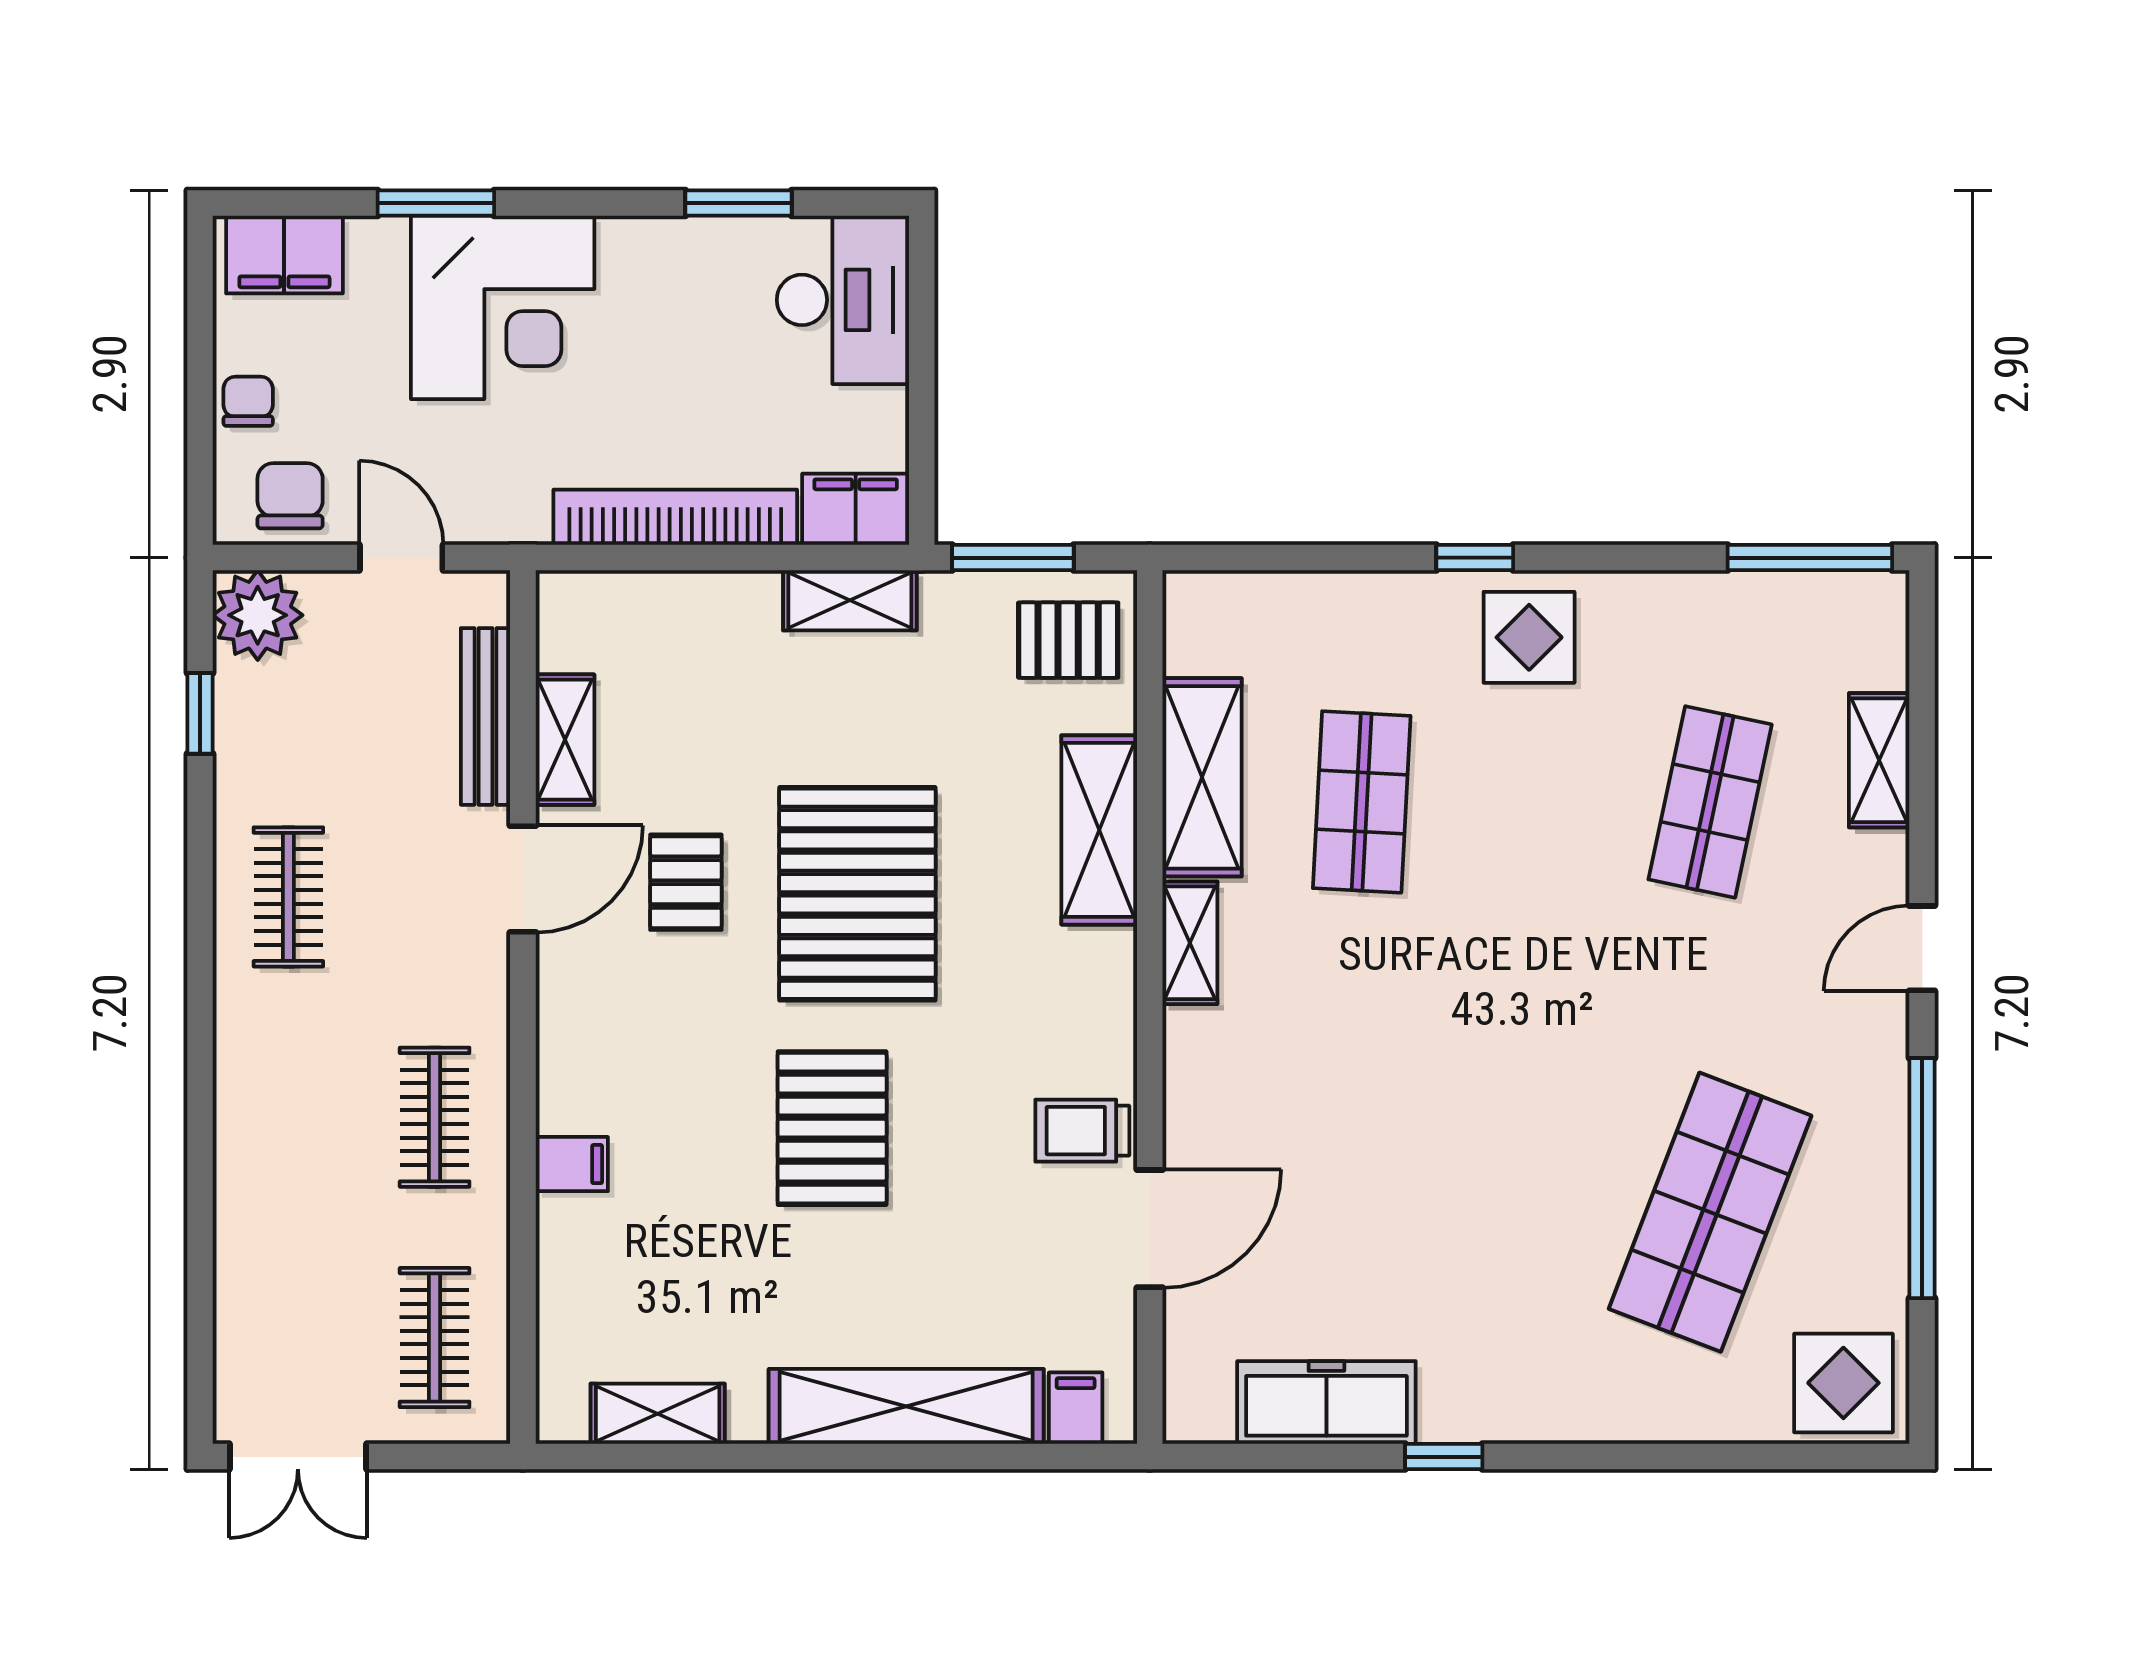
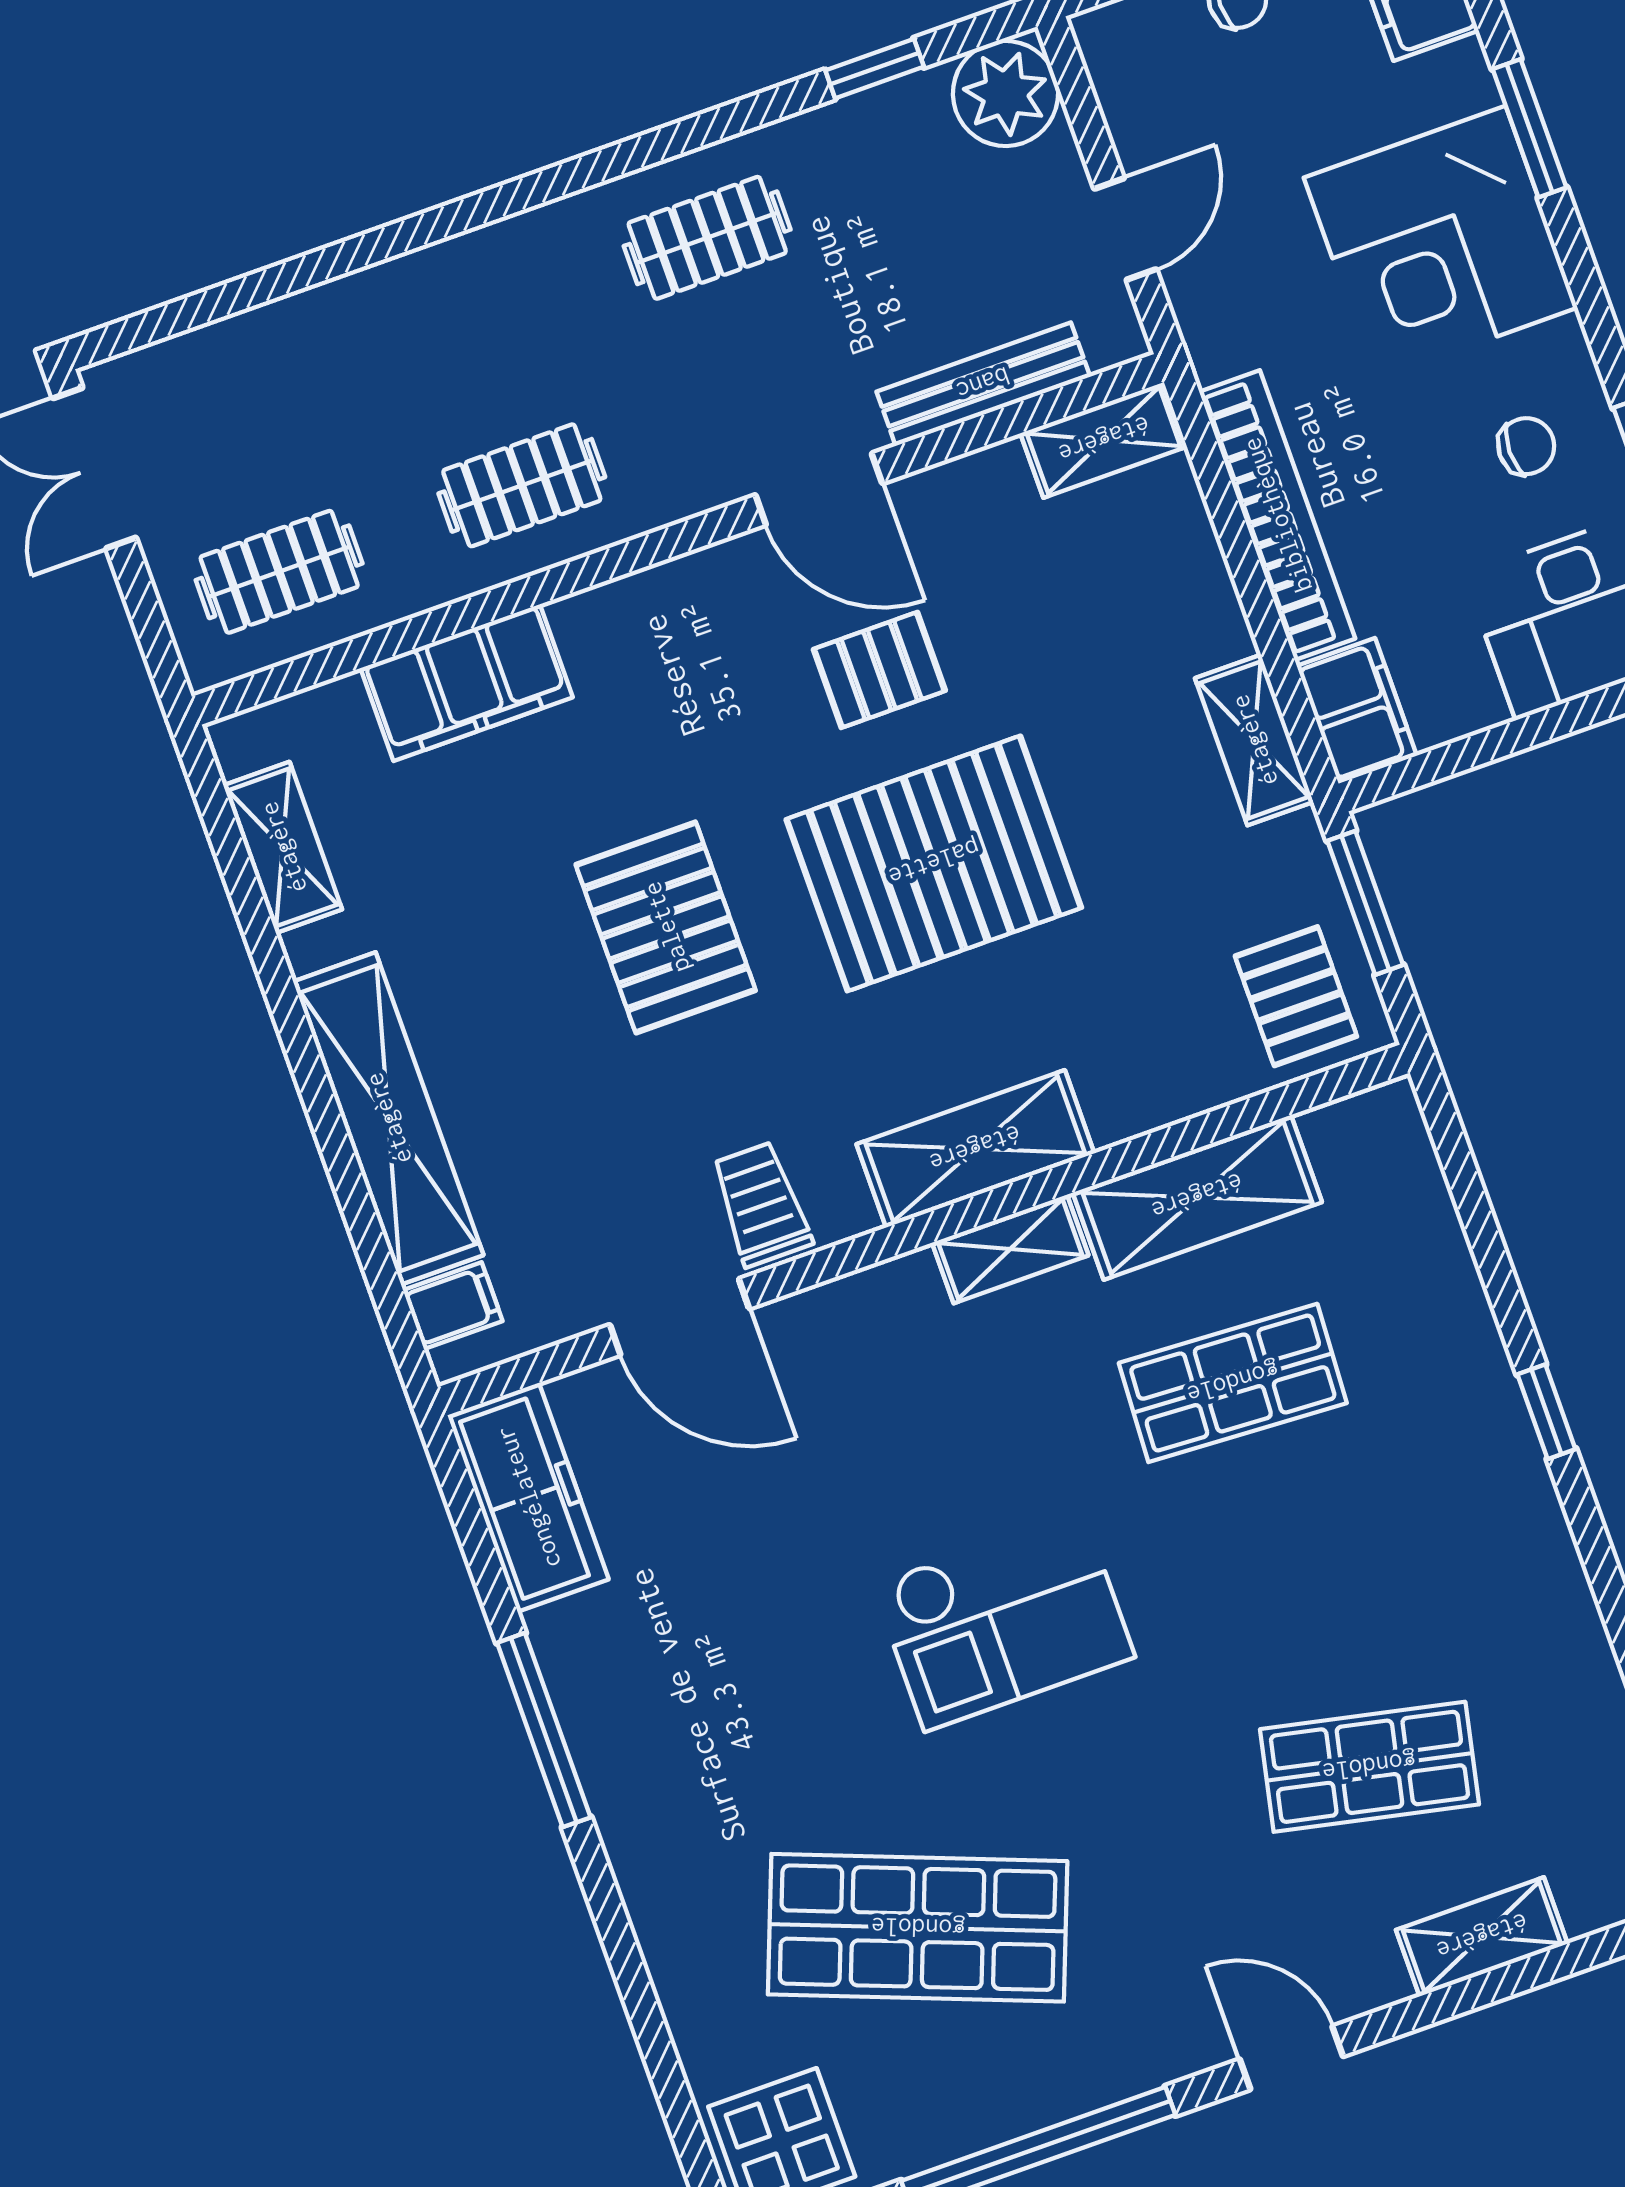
chair: (290, 496) -> (1526, 446), moved, width x0.73, depth x0.73
display table: (1529, 637) -> (1480, 1503), removed
shelving: (565, 740) -> (1104, 440), moved
shelving: (1099, 830) -> (975, 1149), moved
checkout: (1487, 1055) -> (1004, 1621), added
pallet: (832, 1128) -> (666, 927), turned 90
filing cabinet: (572, 1164) -> (467, 683), width x3.00, depth x1.17
freezer: (1326, 1402) -> (528, 1497), moved
window: (1444, 1457) -> (544, 1730), width x2.17

